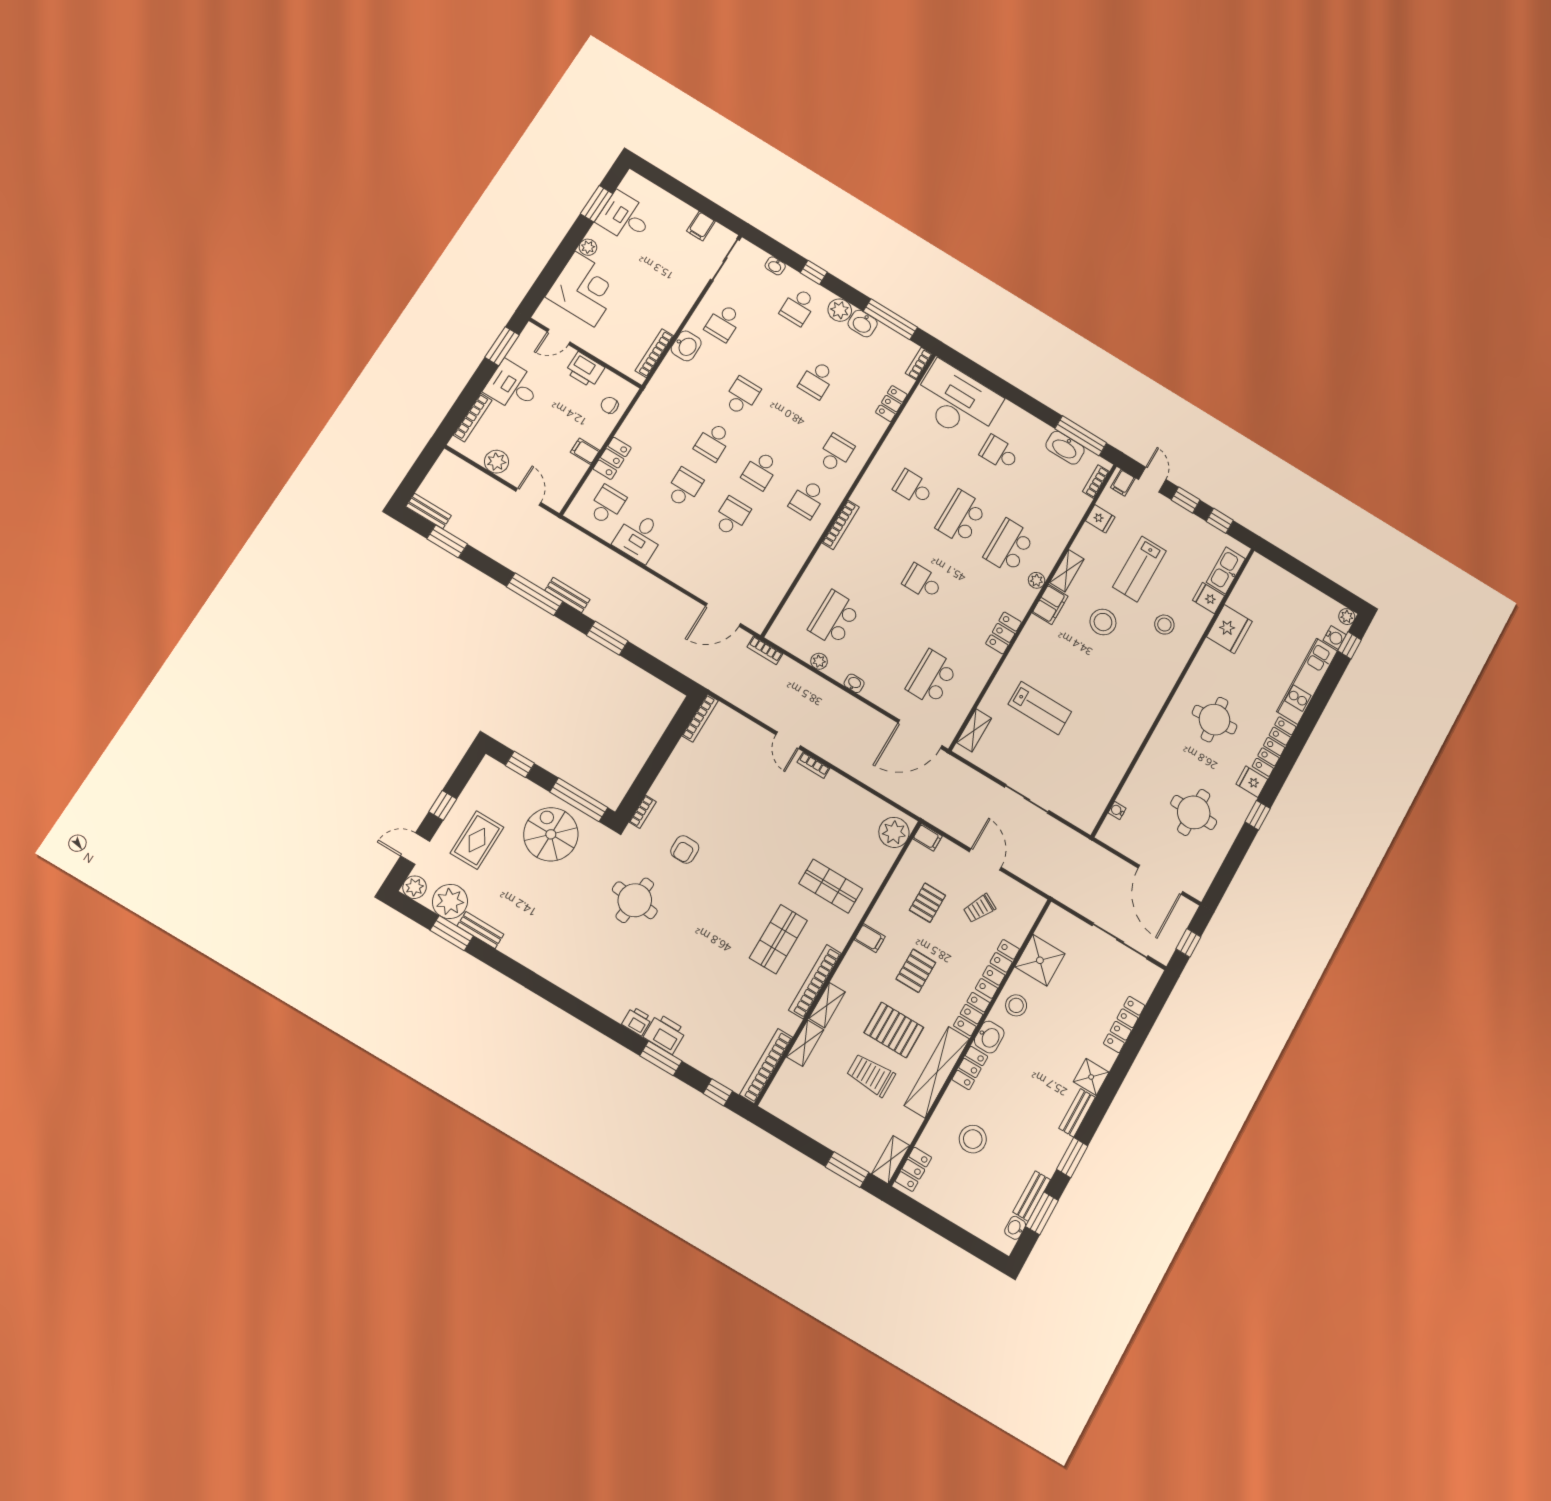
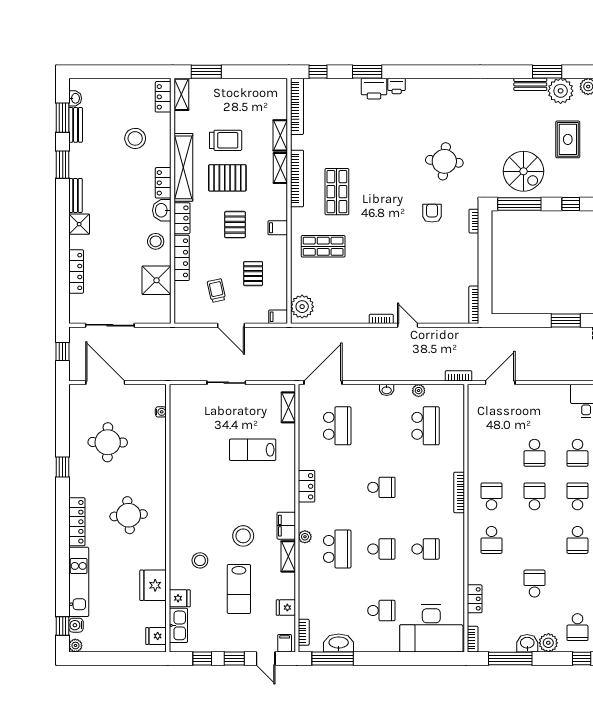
school desk: (798, 307) -> (577, 627), turned 180
school desk: (961, 517) -> (381, 549), width x0.54
lab bench: (1139, 569) -> (239, 589), turned 180
fridge: (1252, 782) -> (156, 636), moved, turned 180
trolley: (979, 908) -> (216, 291), turned -40

